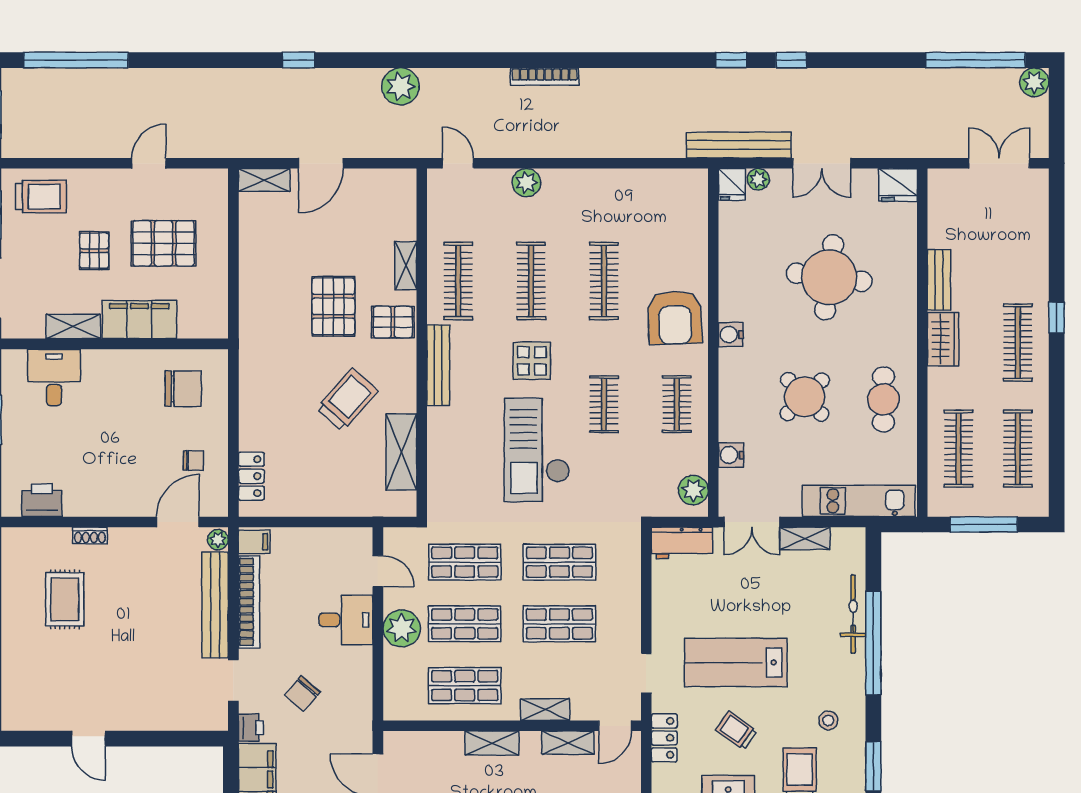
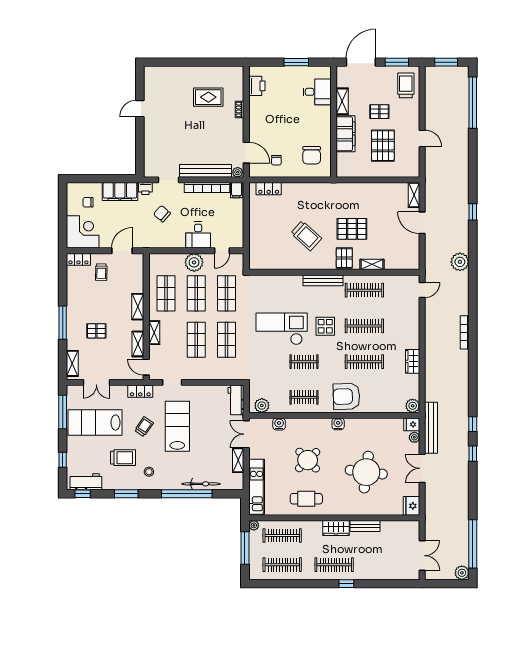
plant: (526, 183) -> (413, 406), moved
wardrobe: (603, 183) -> (413, 361), added
trolley: (41, 197) -> (406, 85), turned 180
shelving: (401, 452) -> (280, 262), removed
plant: (938, 507) -> (254, 525), added

